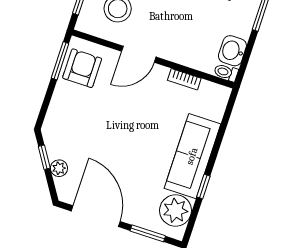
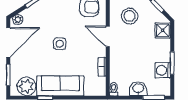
washbasin: (232, 51) -> (138, 89), moved
side table: (125, 135) -> (60, 44), added
plant: (59, 168) -> (18, 20), moved

